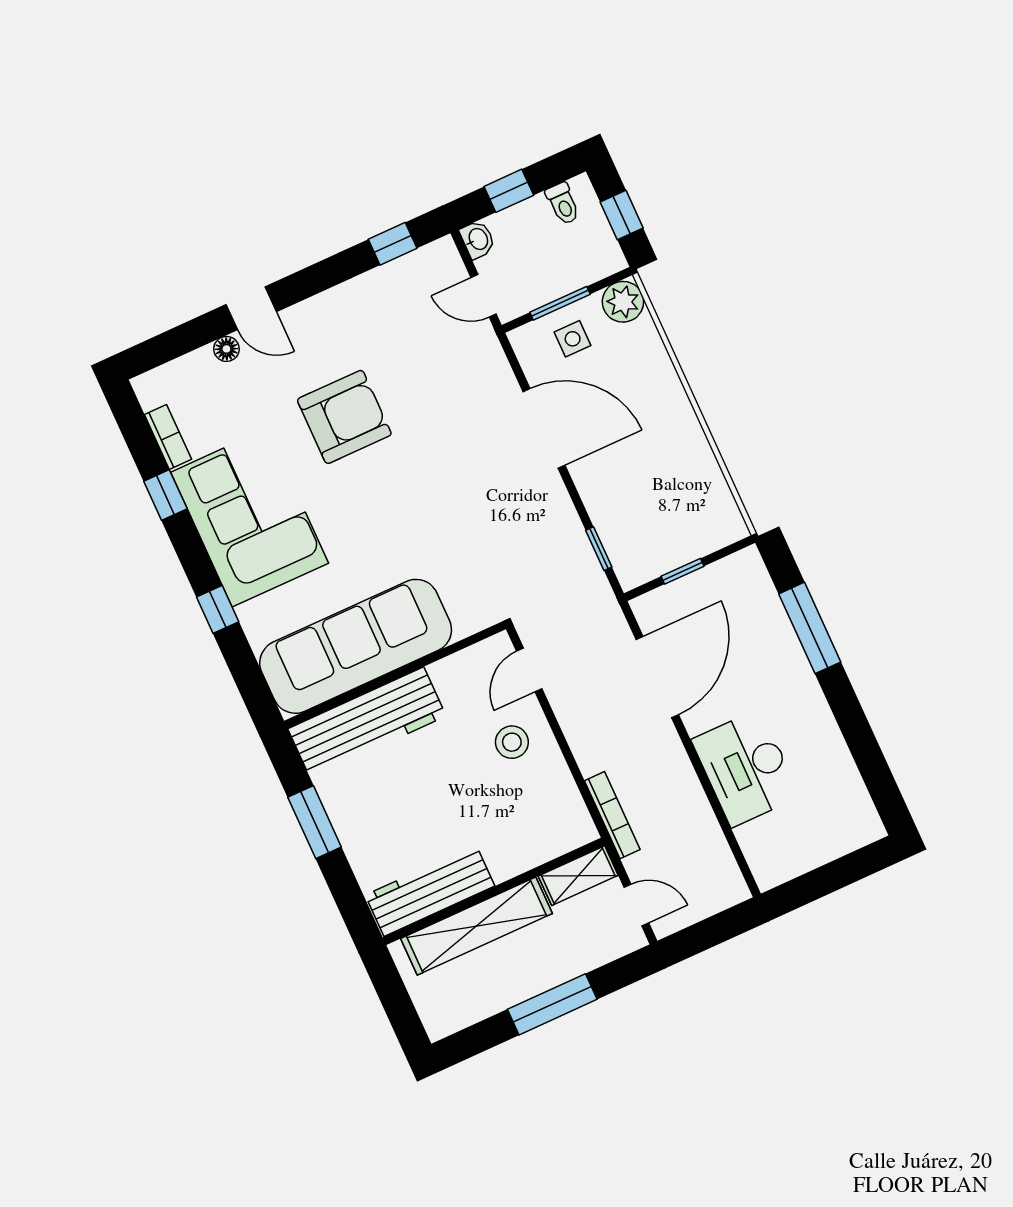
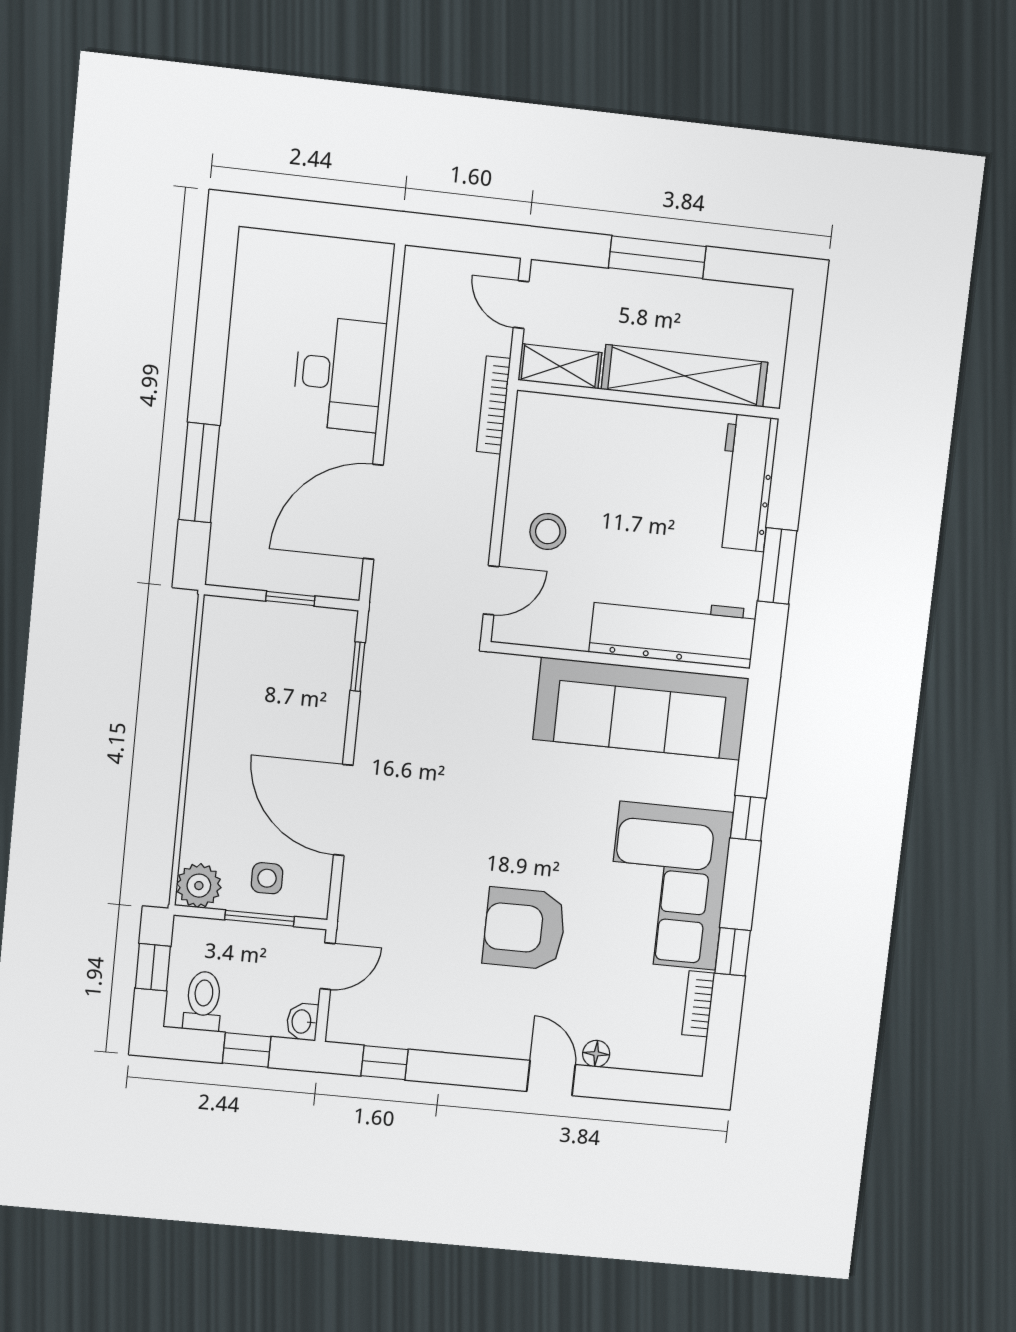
toilet: (563, 204) -> (203, 1001), width x1.37, depth x1.39
door: (484, 296) -> (328, 966), hinge flipped
workbench: (430, 891) -> (746, 483), moved, turned 90

